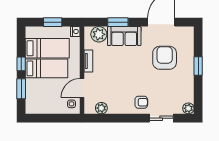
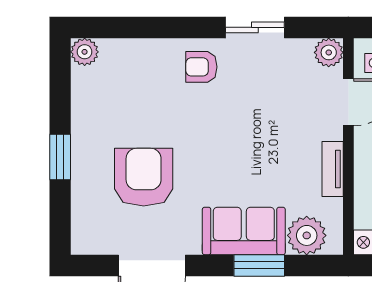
armchair: (165, 58) -> (144, 177), turned 180
plant: (101, 108) -> (329, 52), moved
sliding door: (161, 118) -> (255, 27), moved

